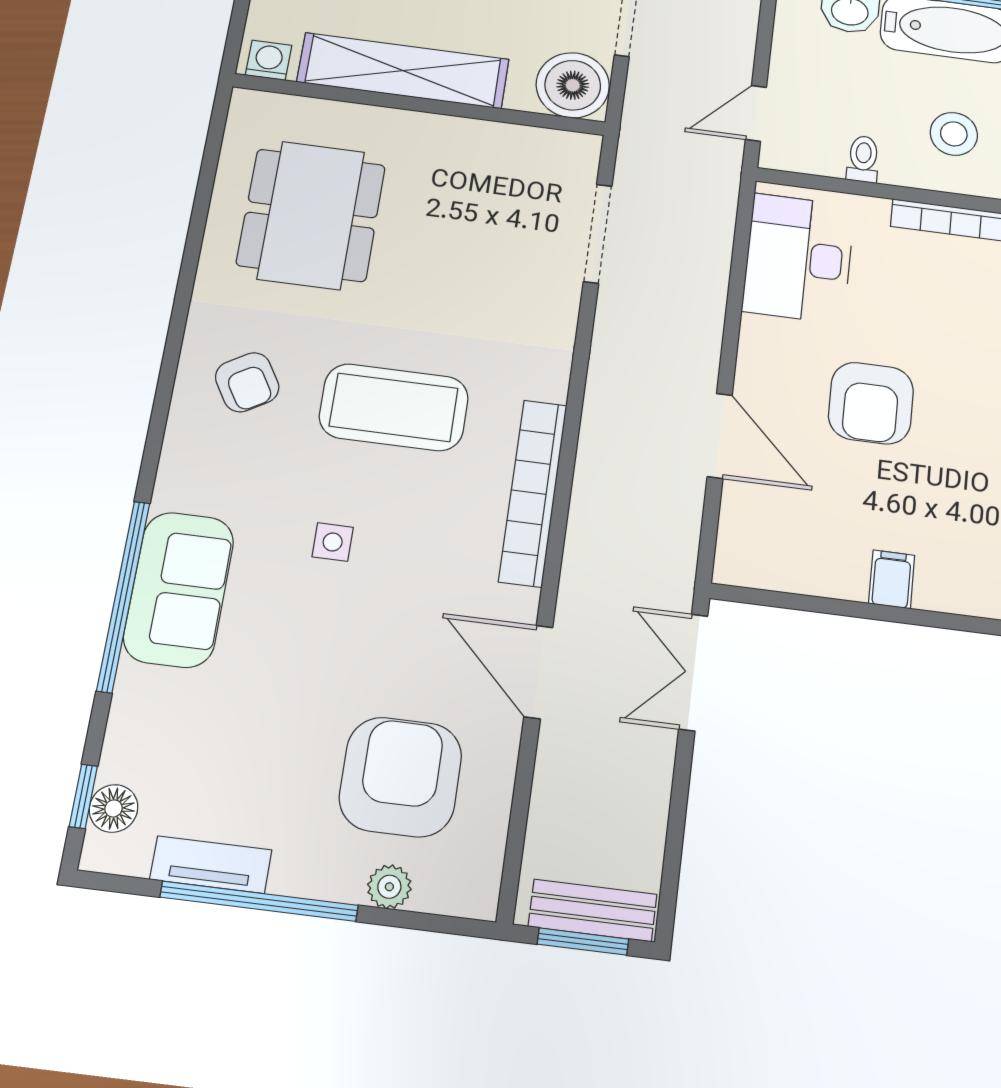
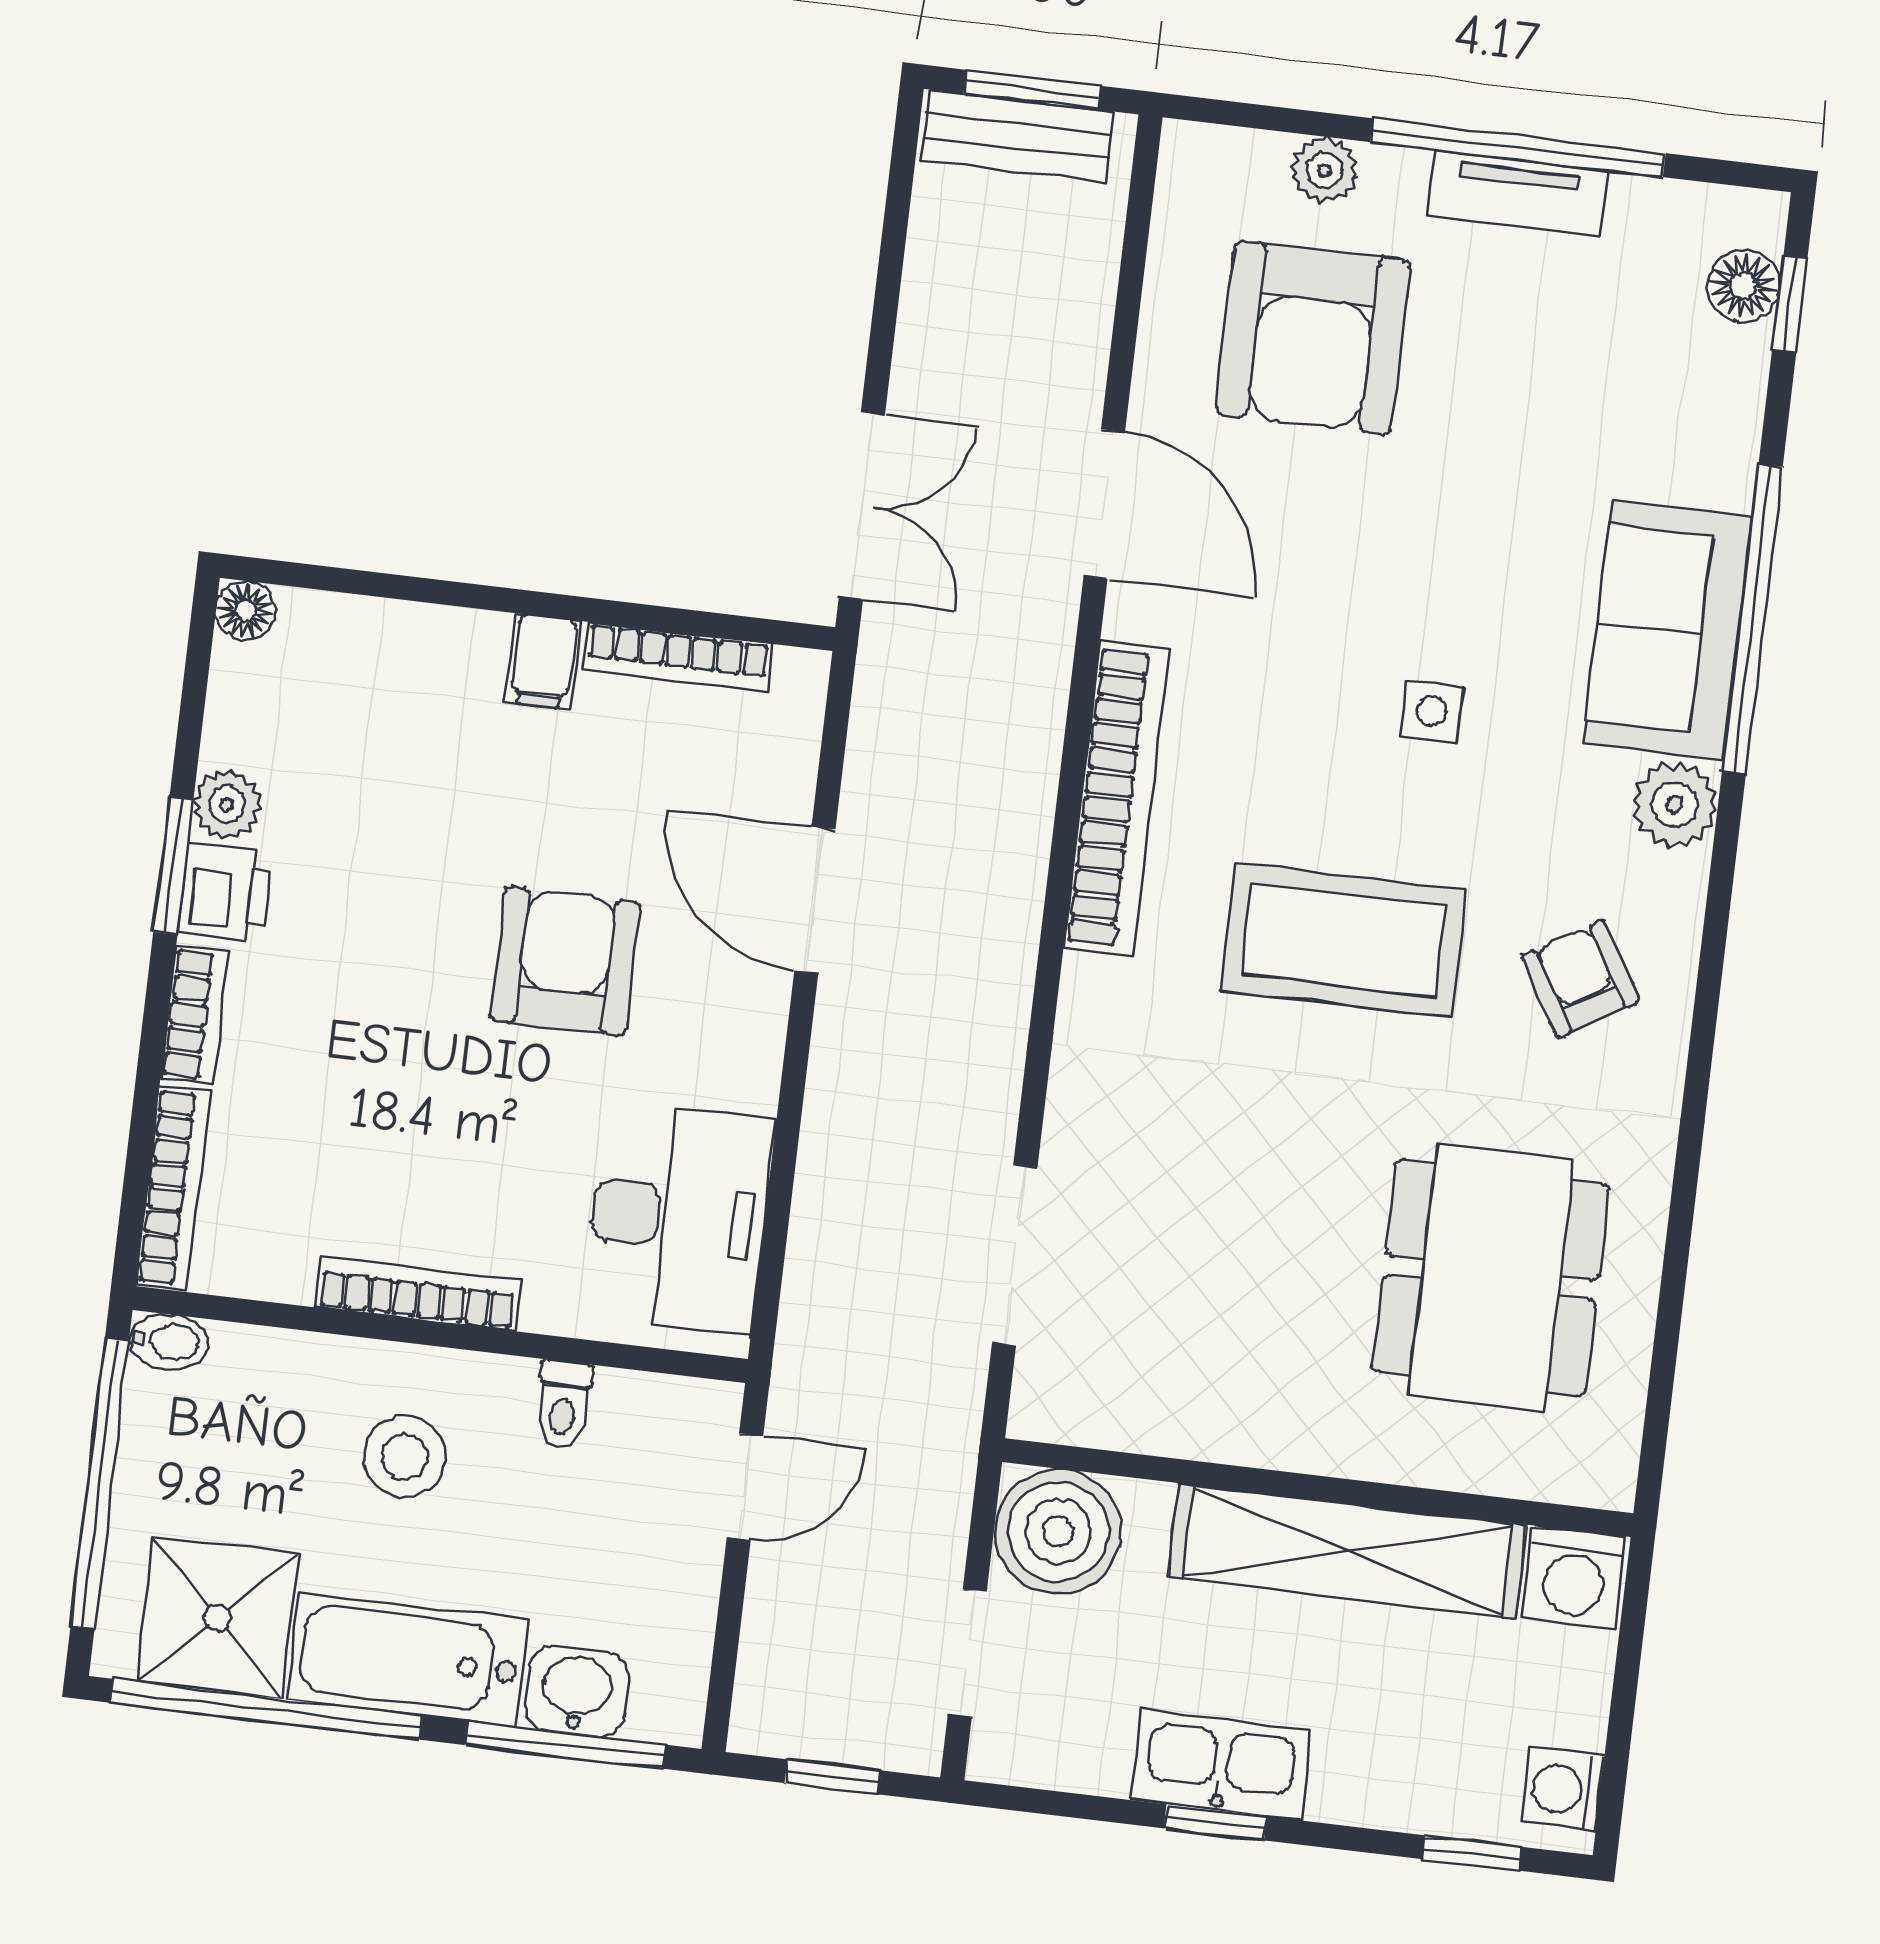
washing machine: (269, 60) -> (1574, 1577), width x1.38, depth x1.38
plant: (181, 484) -> (1675, 804), added
bookcase: (808, 581) -> (678, 657), added
tv unit: (211, 865) -> (1517, 193), moved

